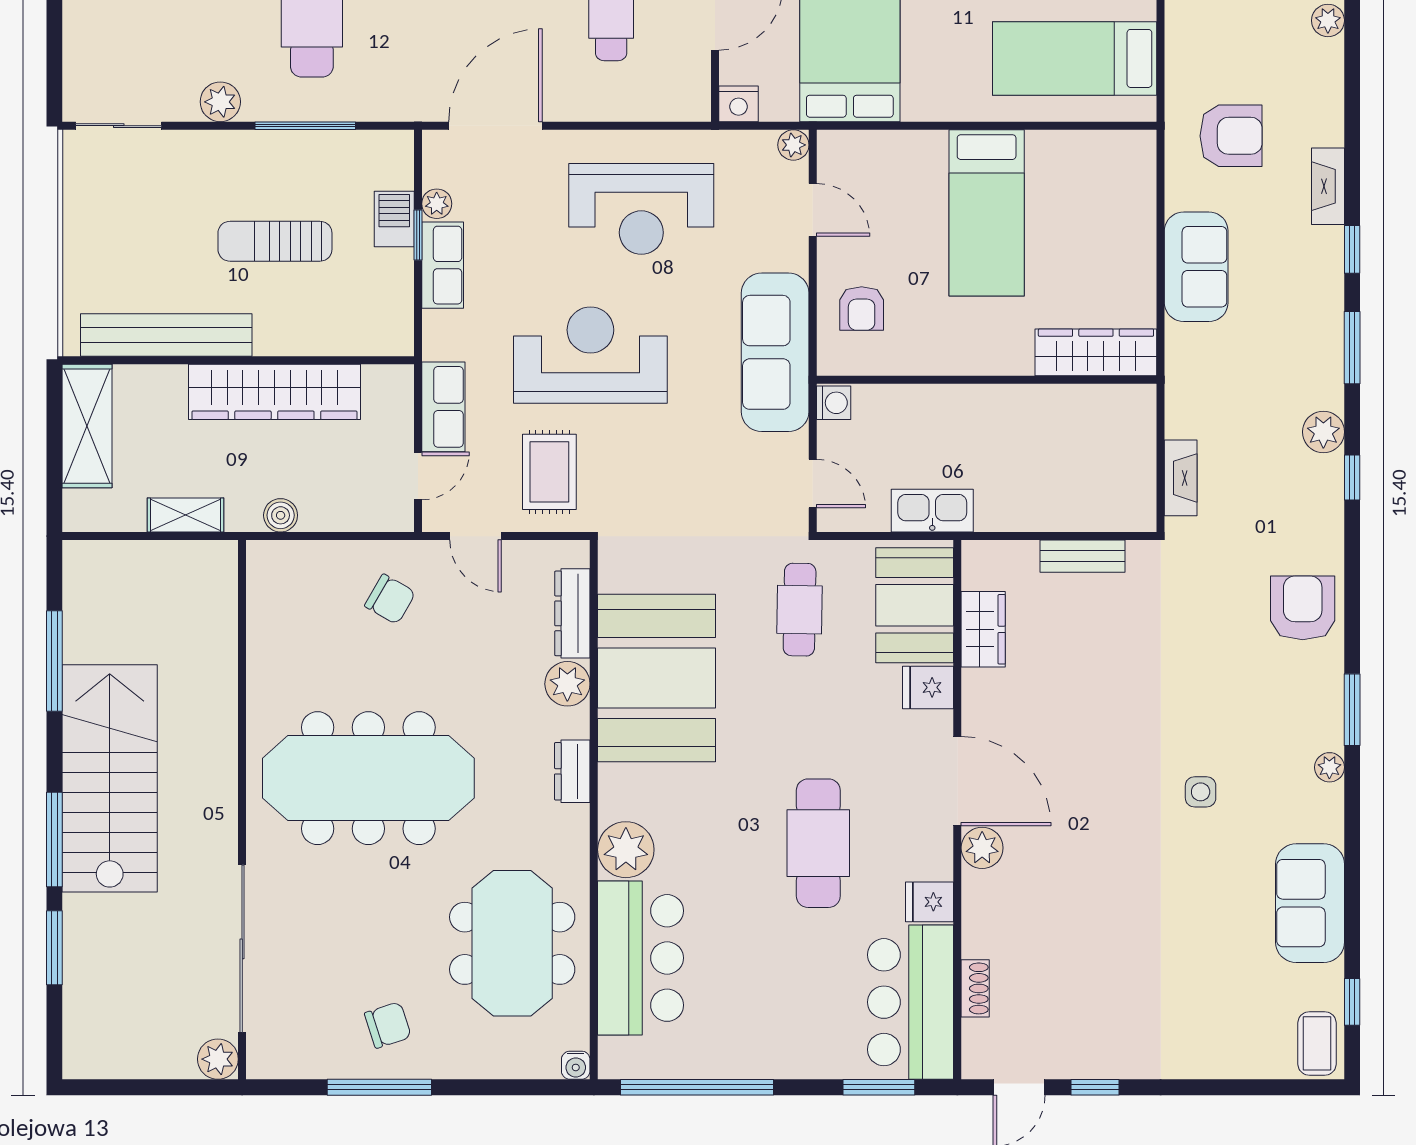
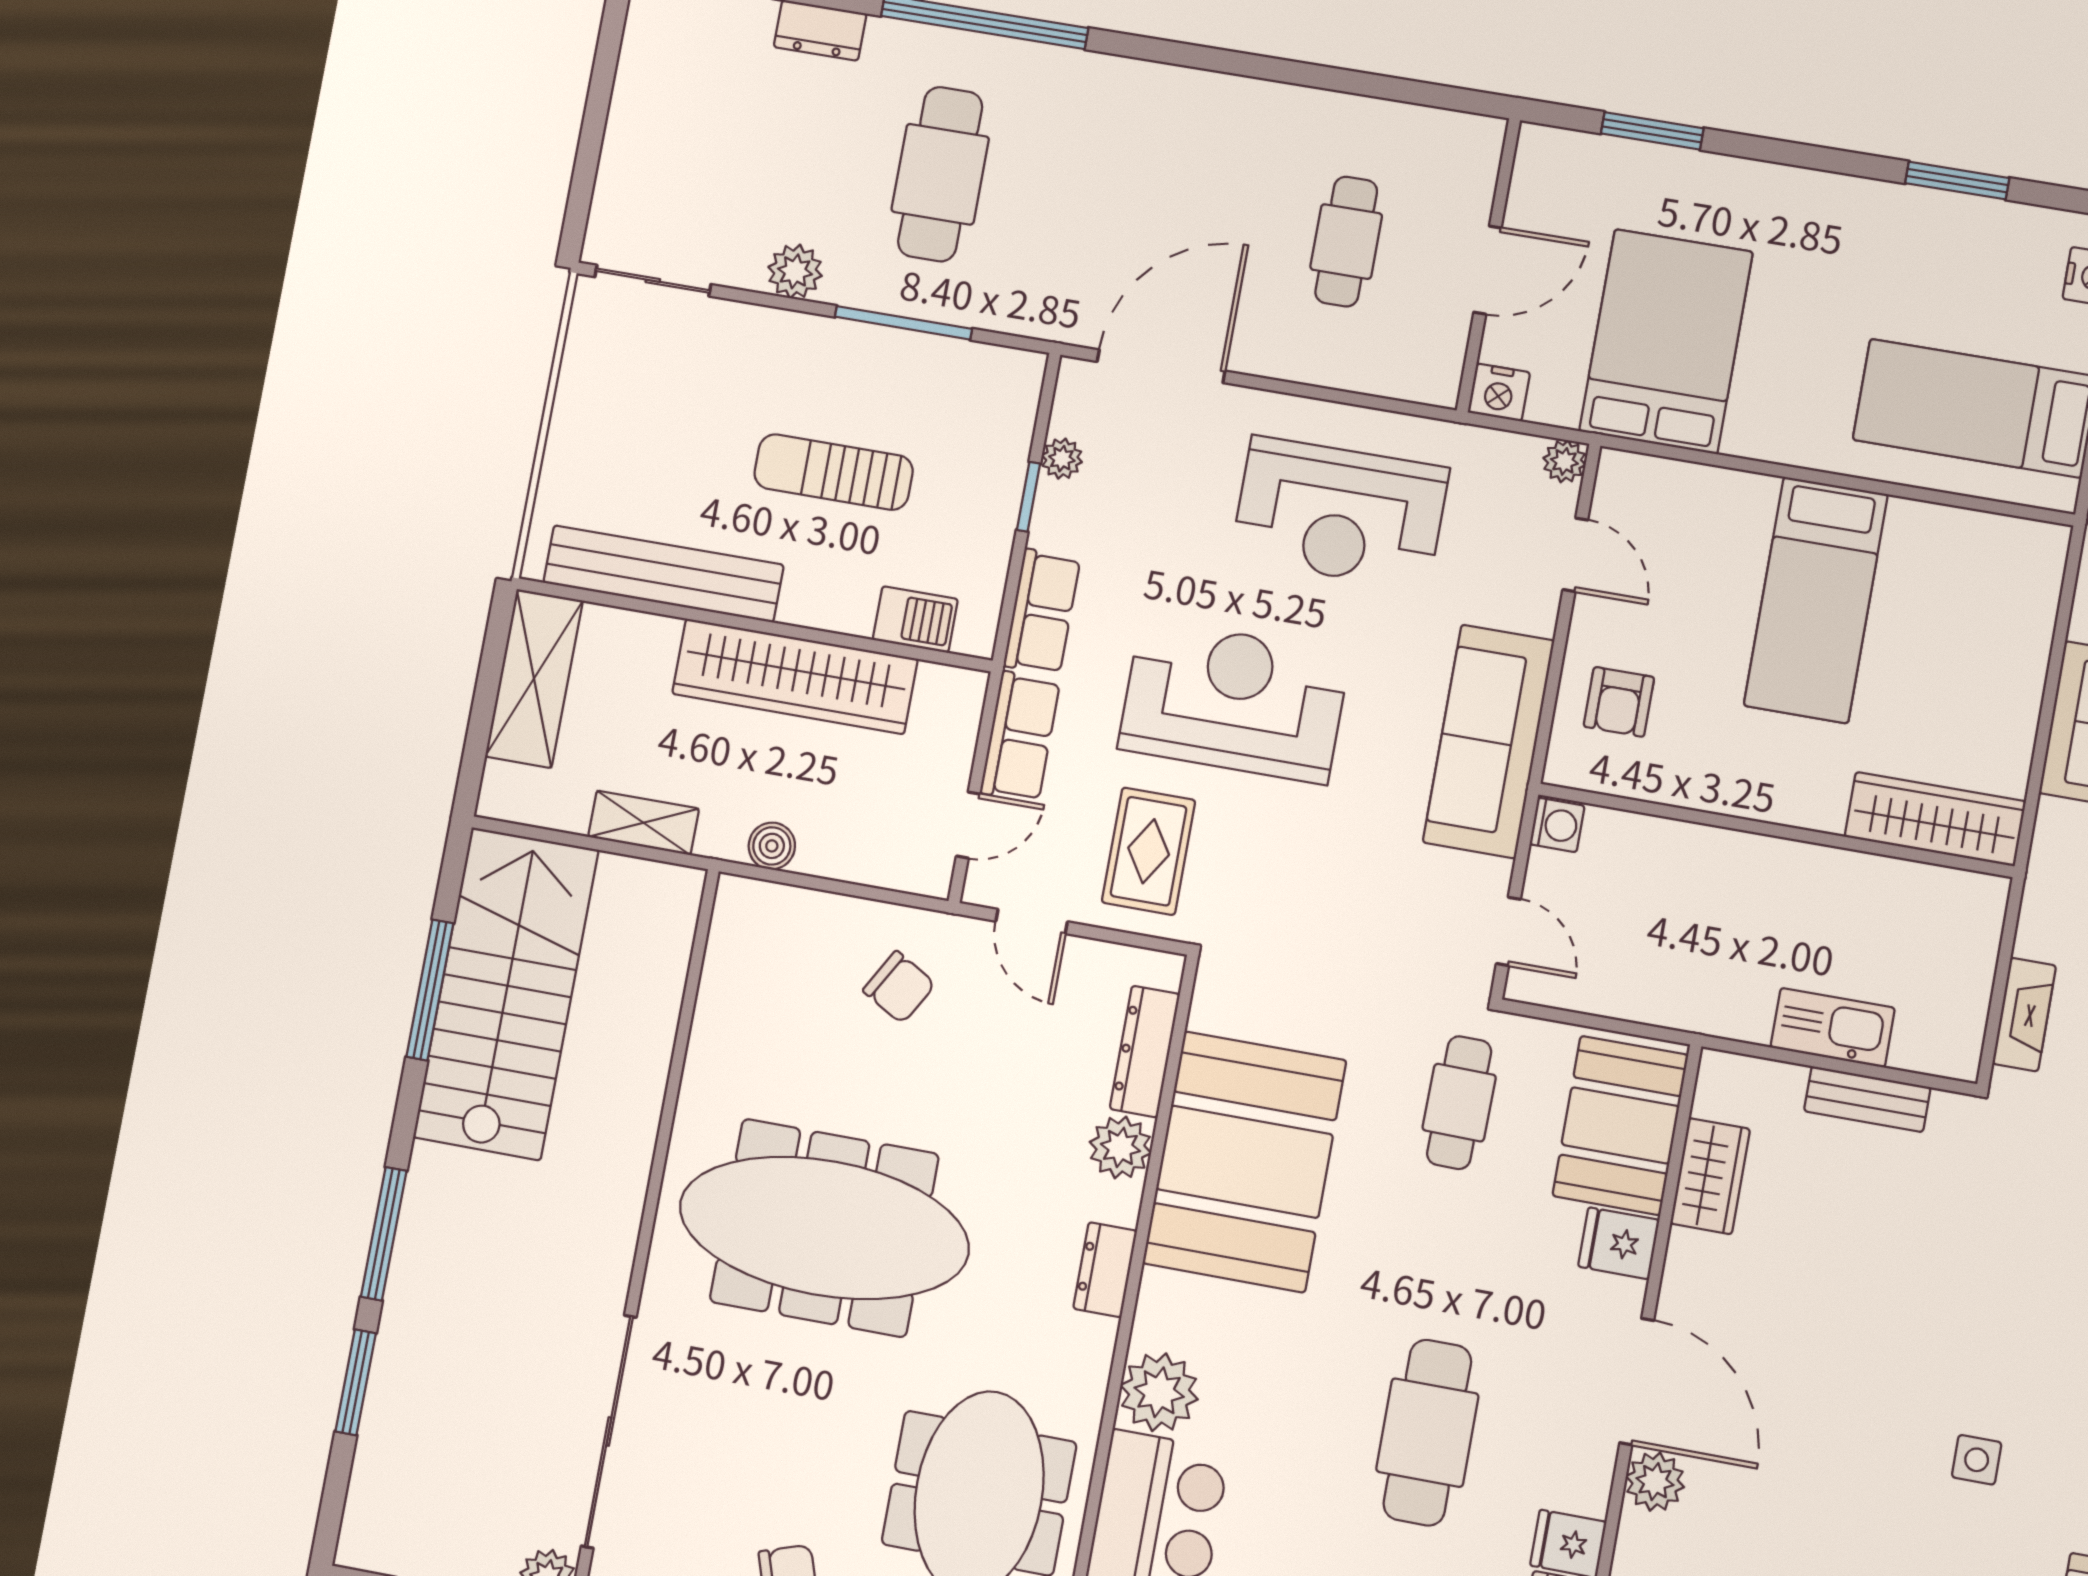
barbecue: (394, 219) -> (915, 619), moved, turned 90
row of seats: (443, 265) -> (1042, 612), moved
kitchen sink: (932, 511) -> (1833, 1028), moved
stairs: (110, 778) -> (506, 993), moved

